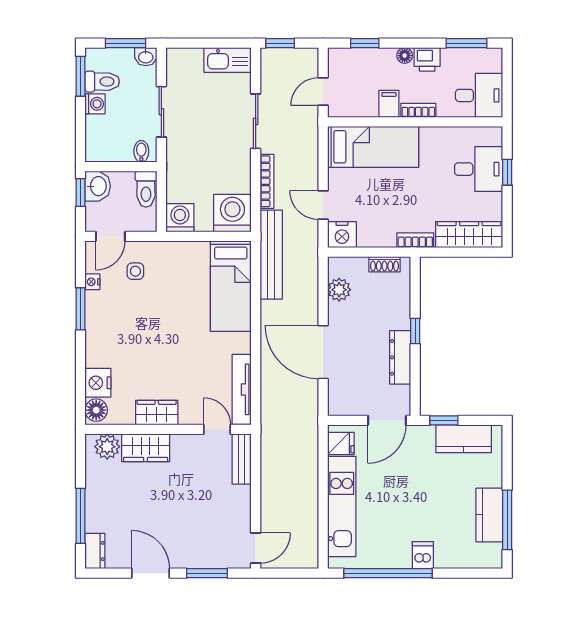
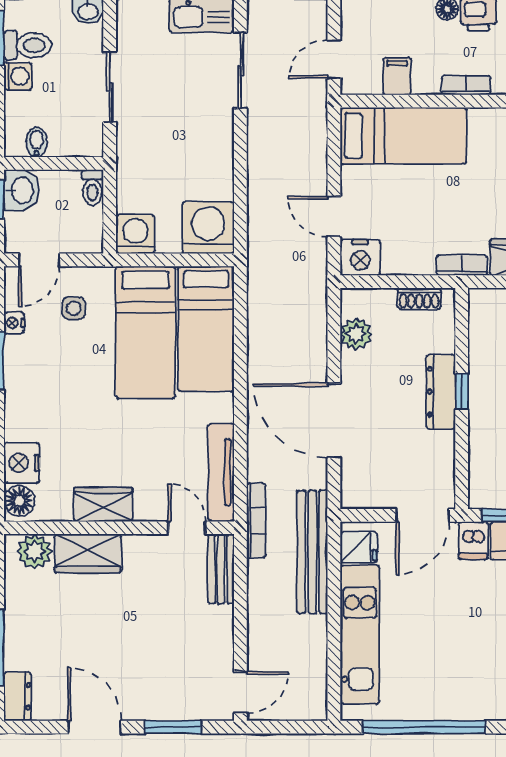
filing cabinet: (389, 104) -> (397, 76), moved
sliding door: (256, 121) -> (240, 71), moved
bidet: (141, 151) -> (37, 142), moved
bookcase: (267, 181) -> (256, 520), moved
toilet: (146, 189) -> (92, 188), width x0.73, depth x0.72
bench: (271, 255) -> (312, 552), moved
bed: (187, 289) -> (145, 332), added
dresser: (400, 357) -> (441, 392), moved
dishwasher: (423, 555) -> (473, 540), moved, turned 180

